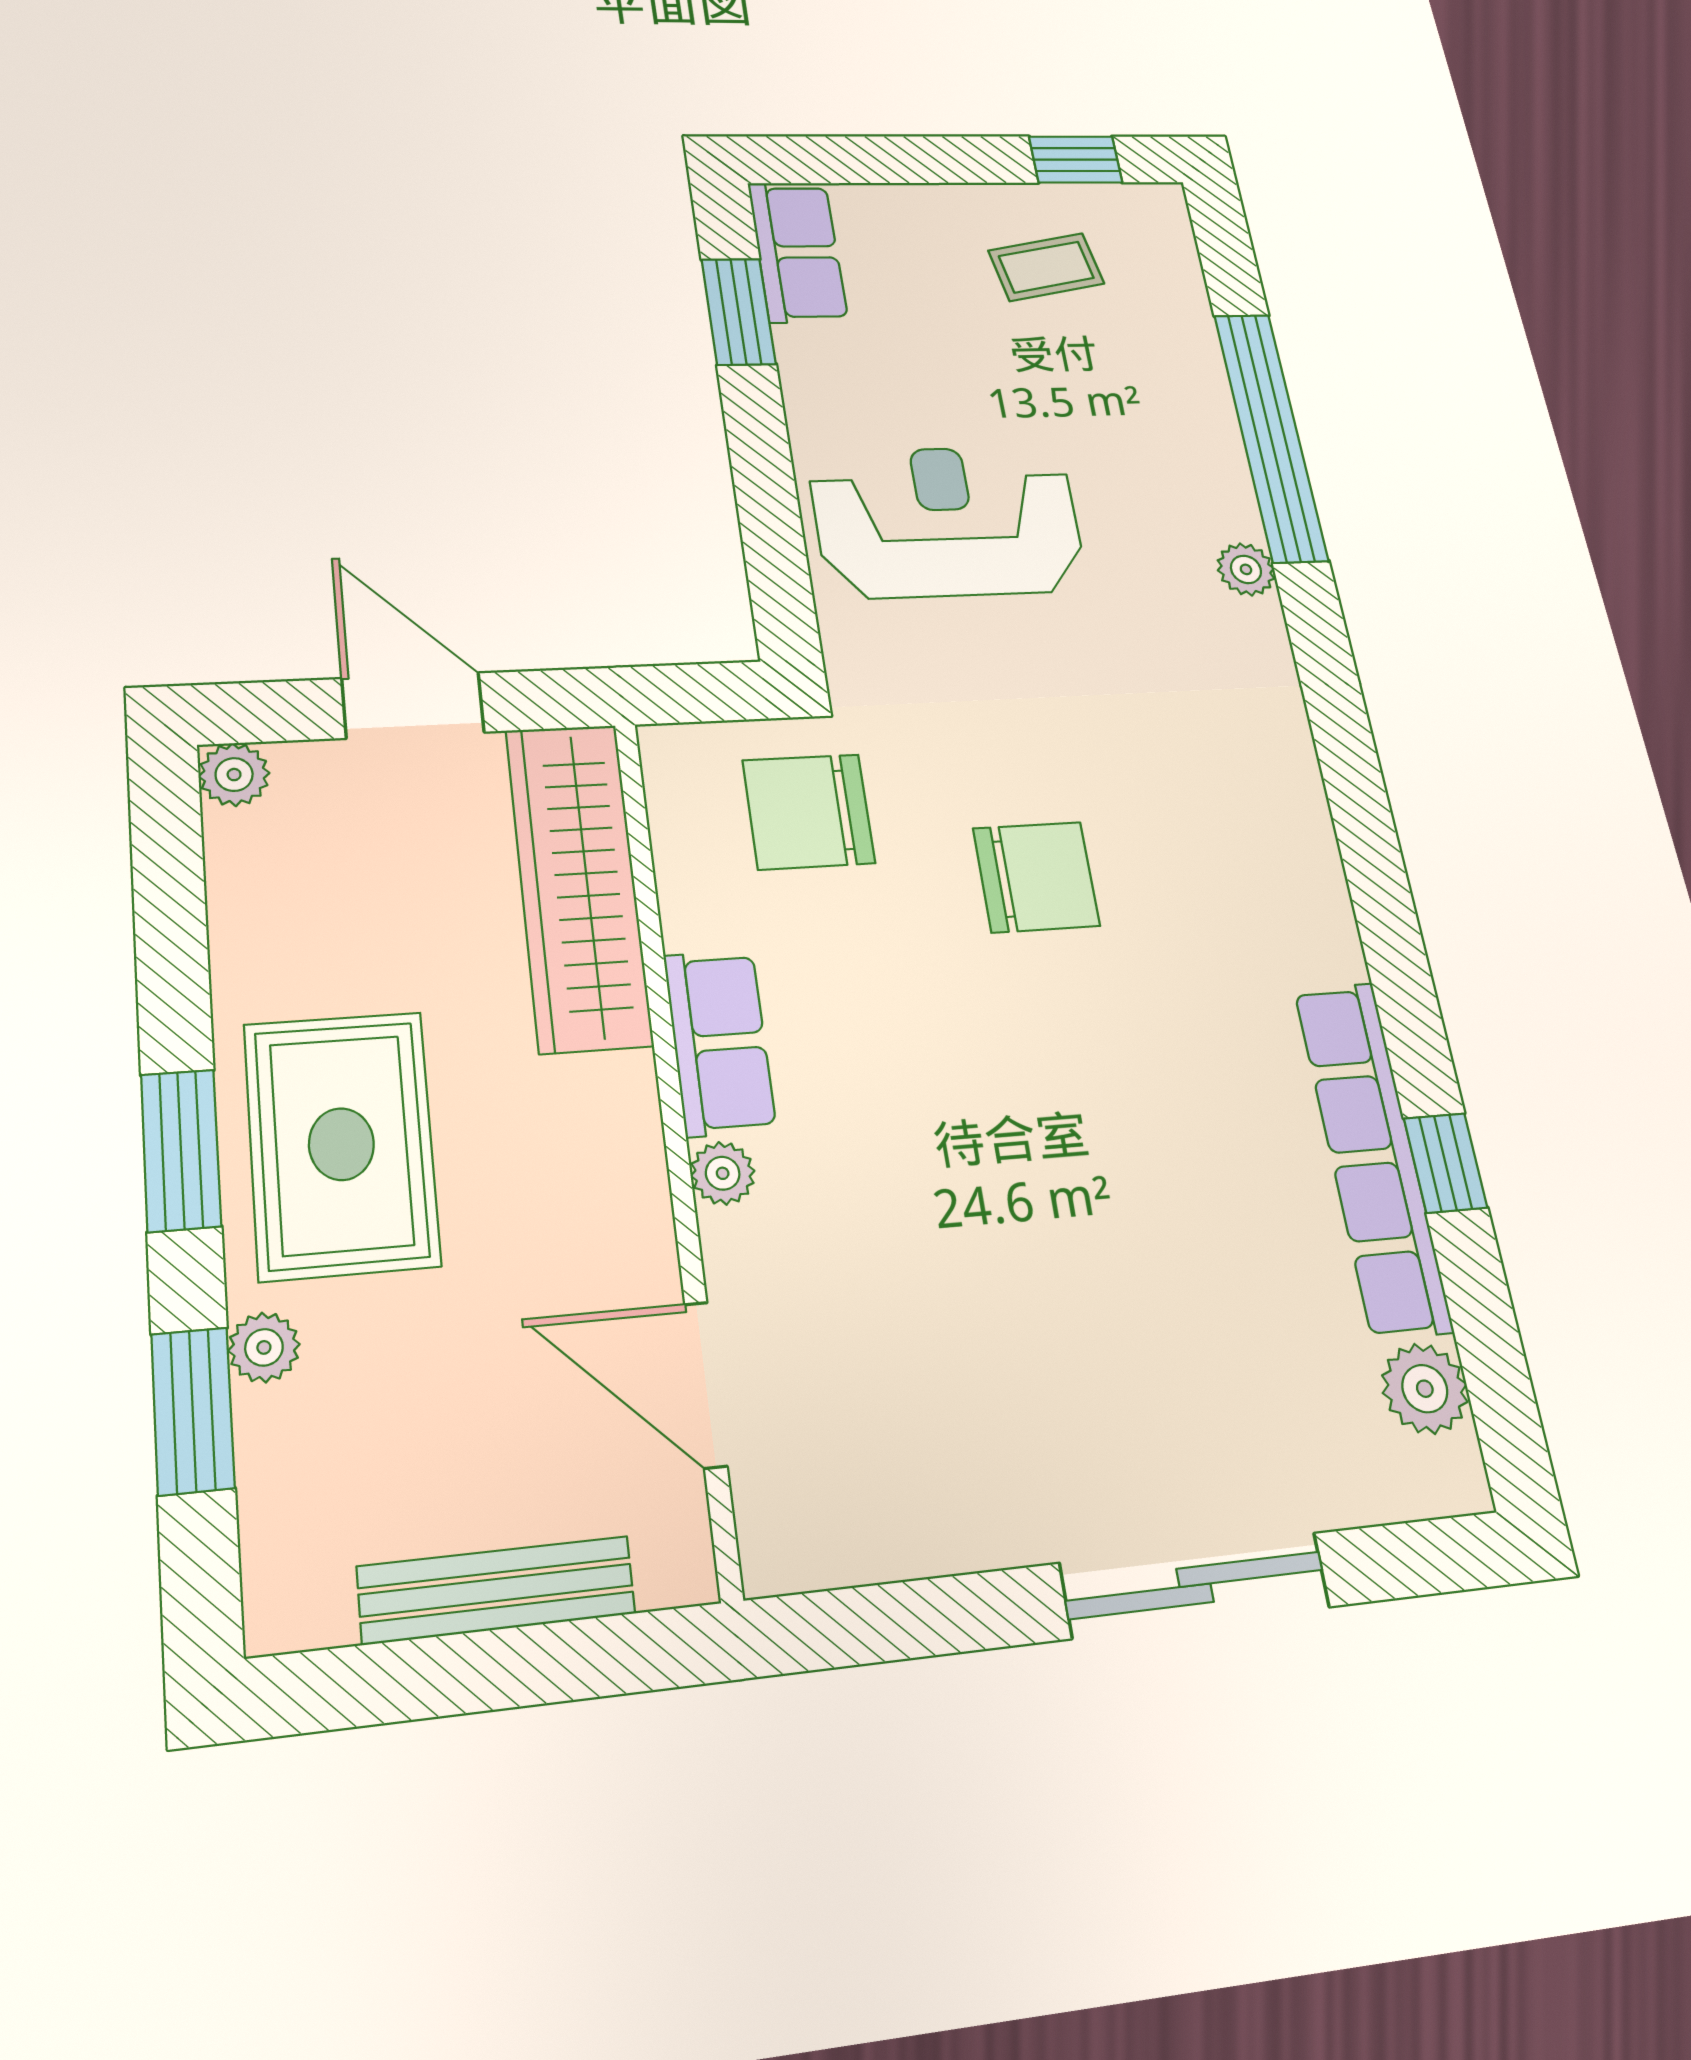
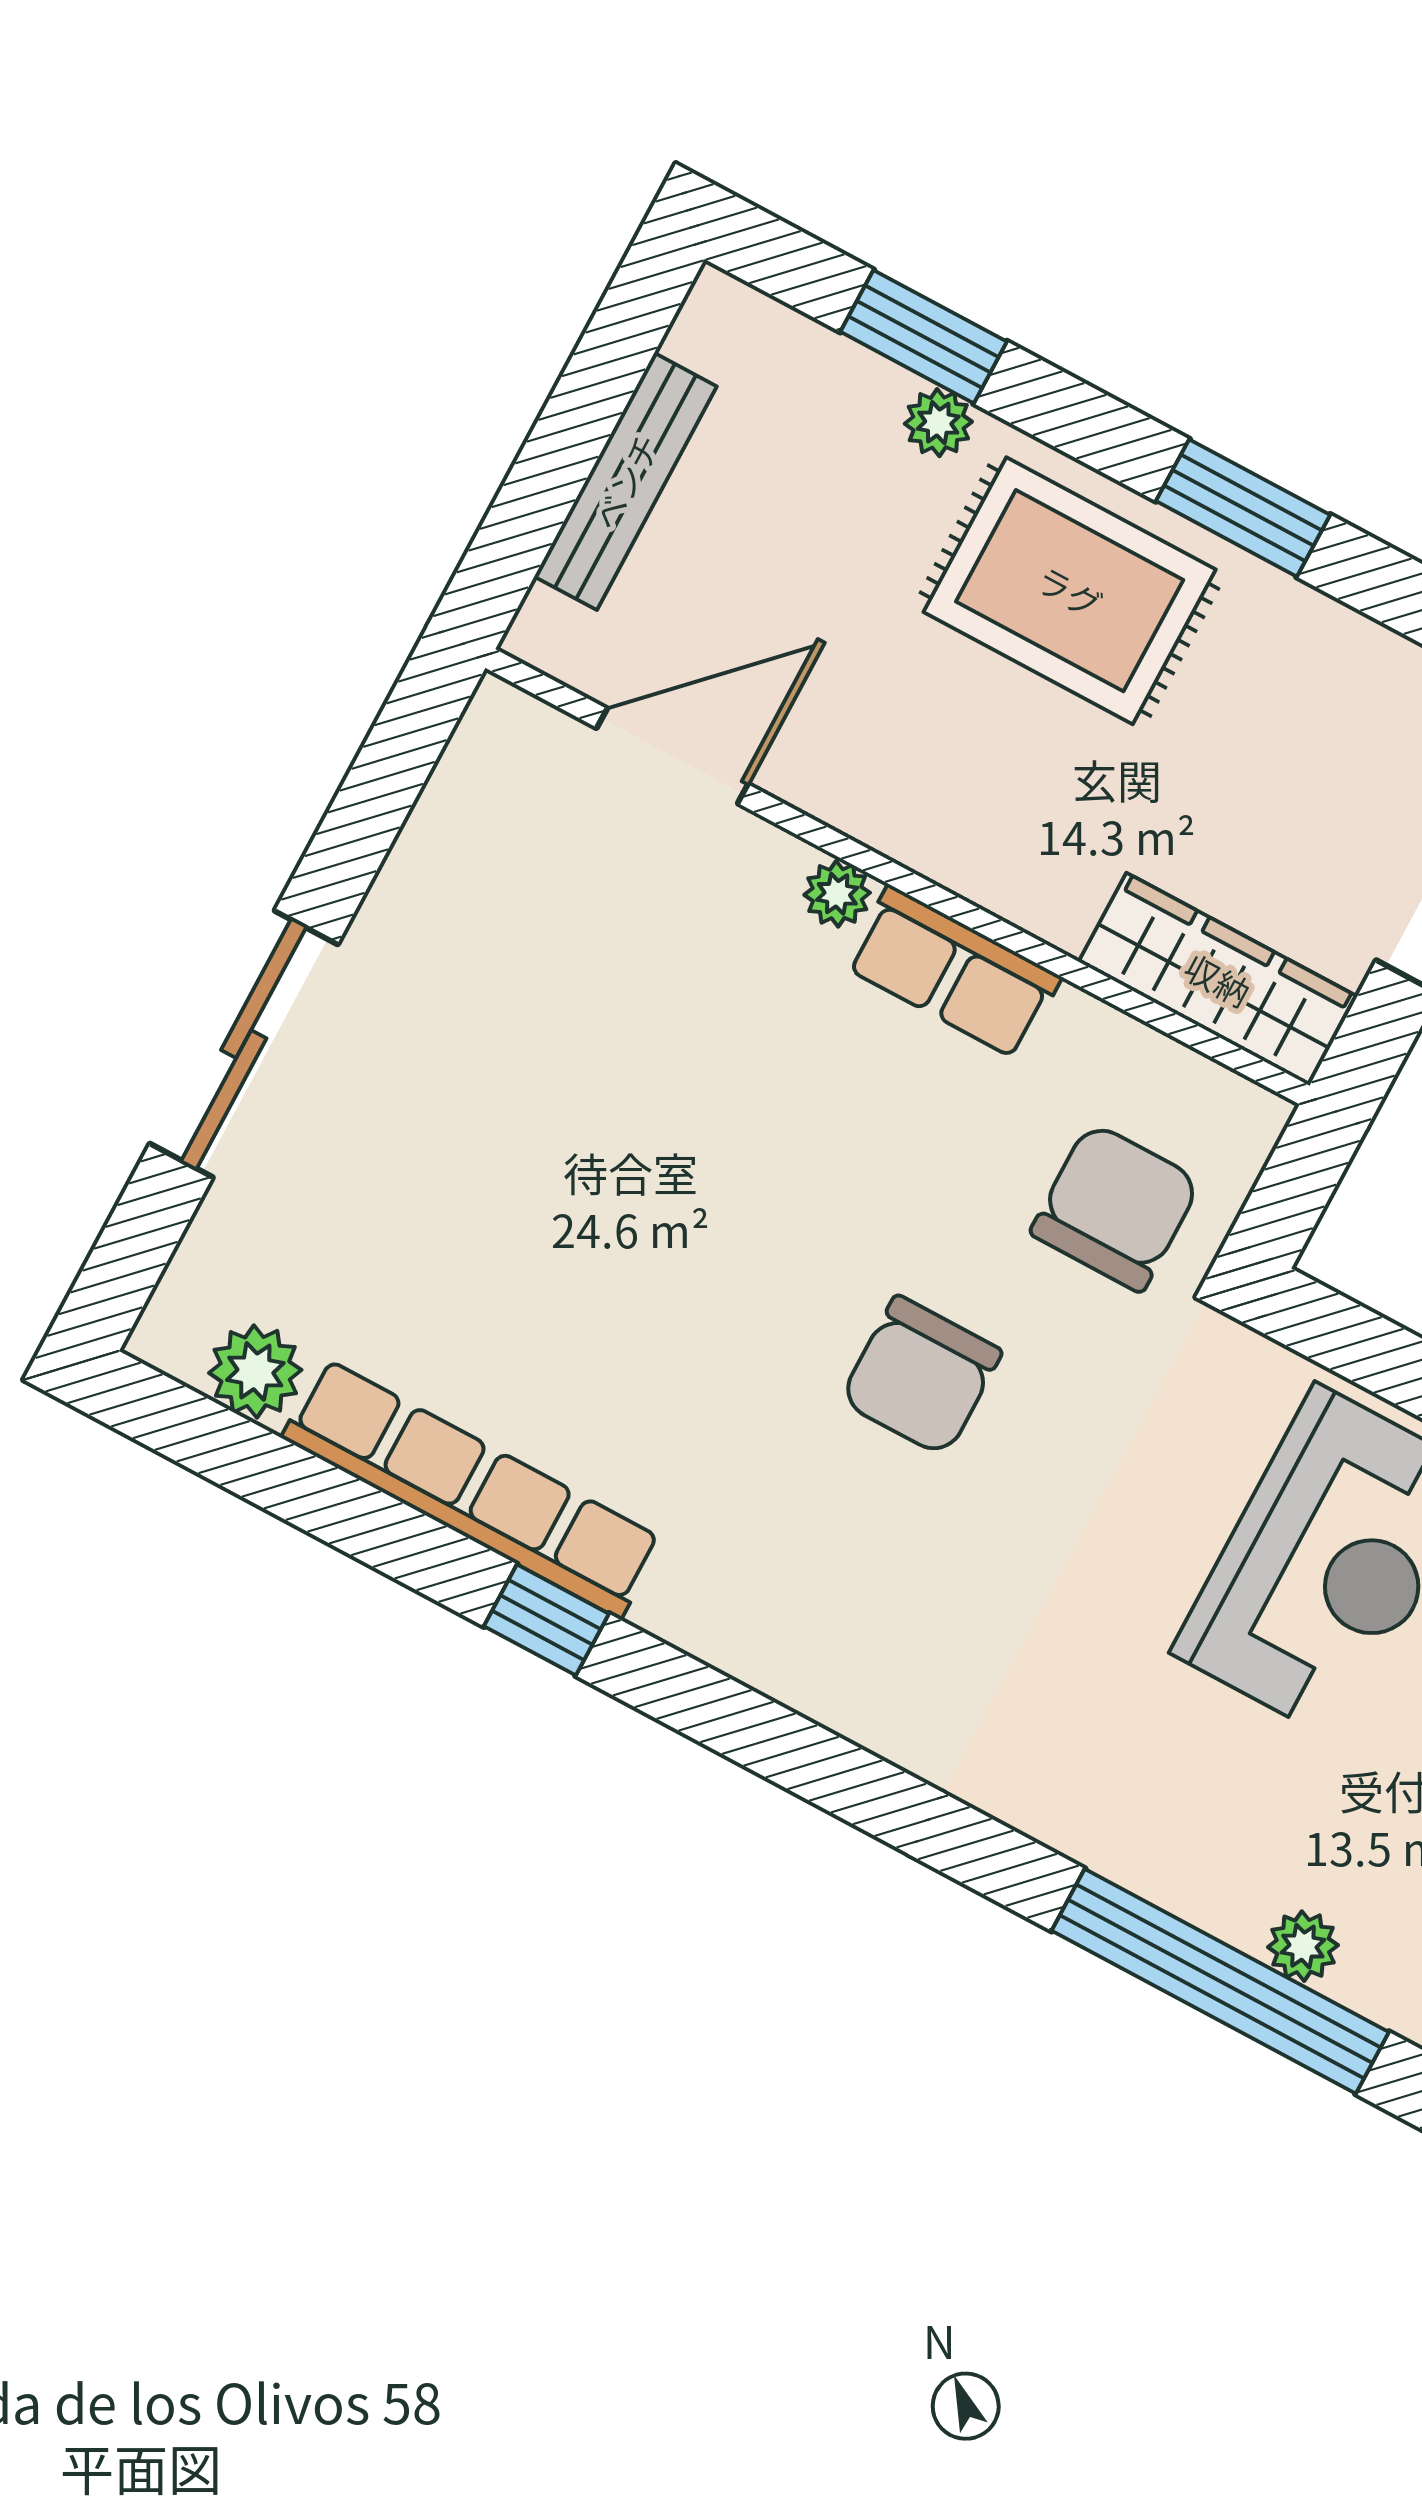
plant: (1246, 569) -> (1303, 1946), moved
wardrobe: (578, 885) -> (1218, 979), width x0.71, depth x0.85
window: (181, 1150) -> (1243, 508), moved
window: (1446, 1163) -> (546, 1620), moved

